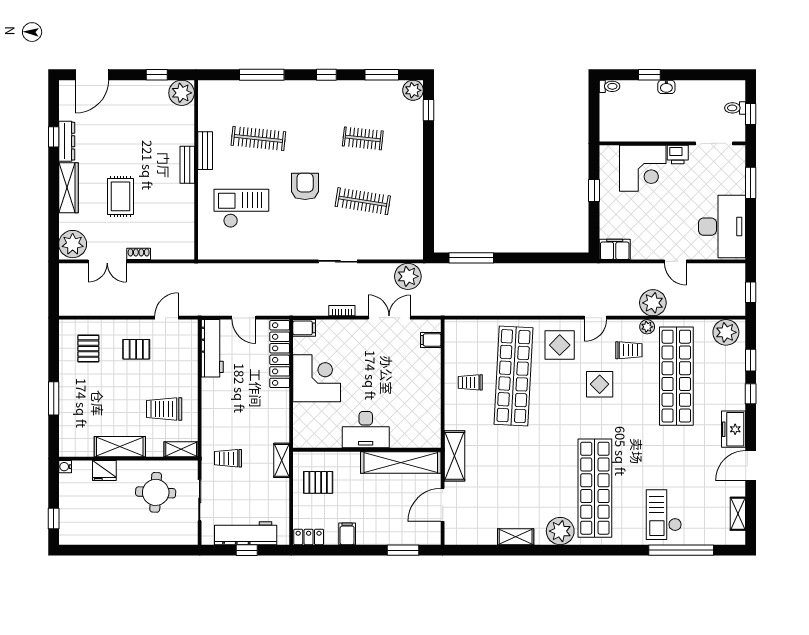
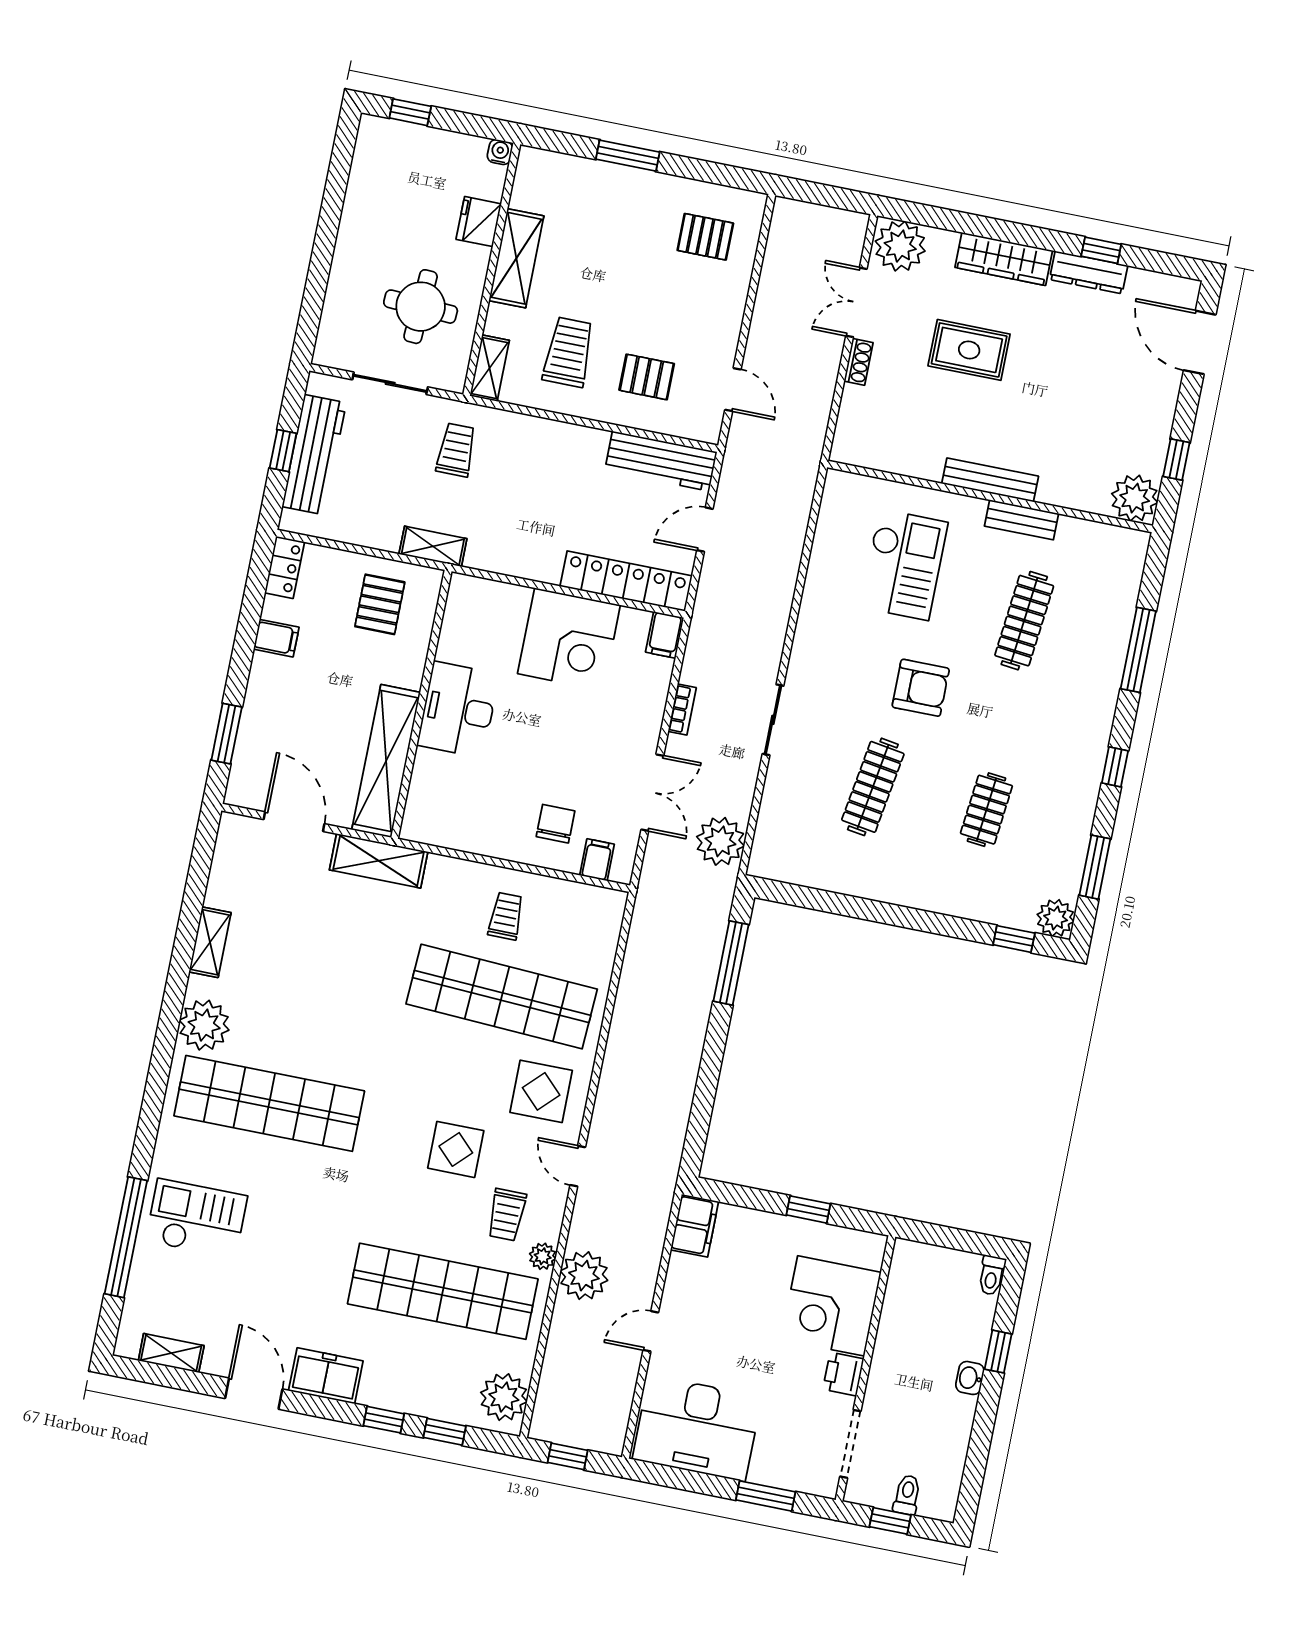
bench: (187, 165) -> (990, 480), width x1.36
pallet: (136, 349) -> (647, 377), moved, turned 90
chair: (416, 366) -> (556, 824), added

